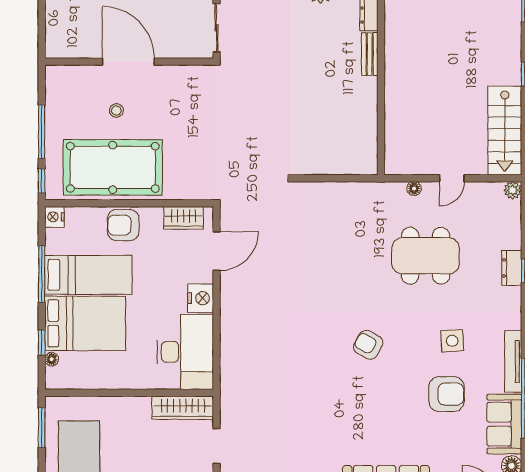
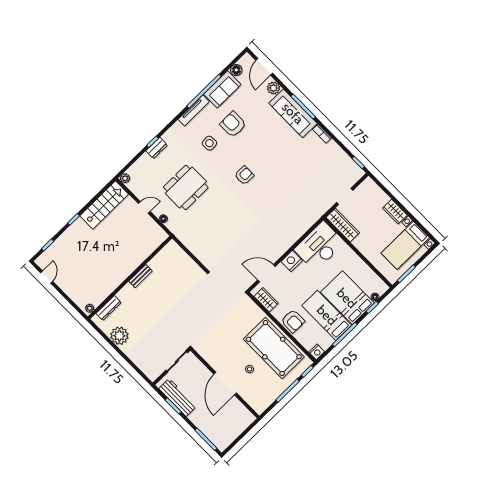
bench: (370, 54) -> (141, 276), moved
dining table: (426, 256) -> (186, 187), turned 90
armchair: (368, 345) -> (244, 175), turned -119

